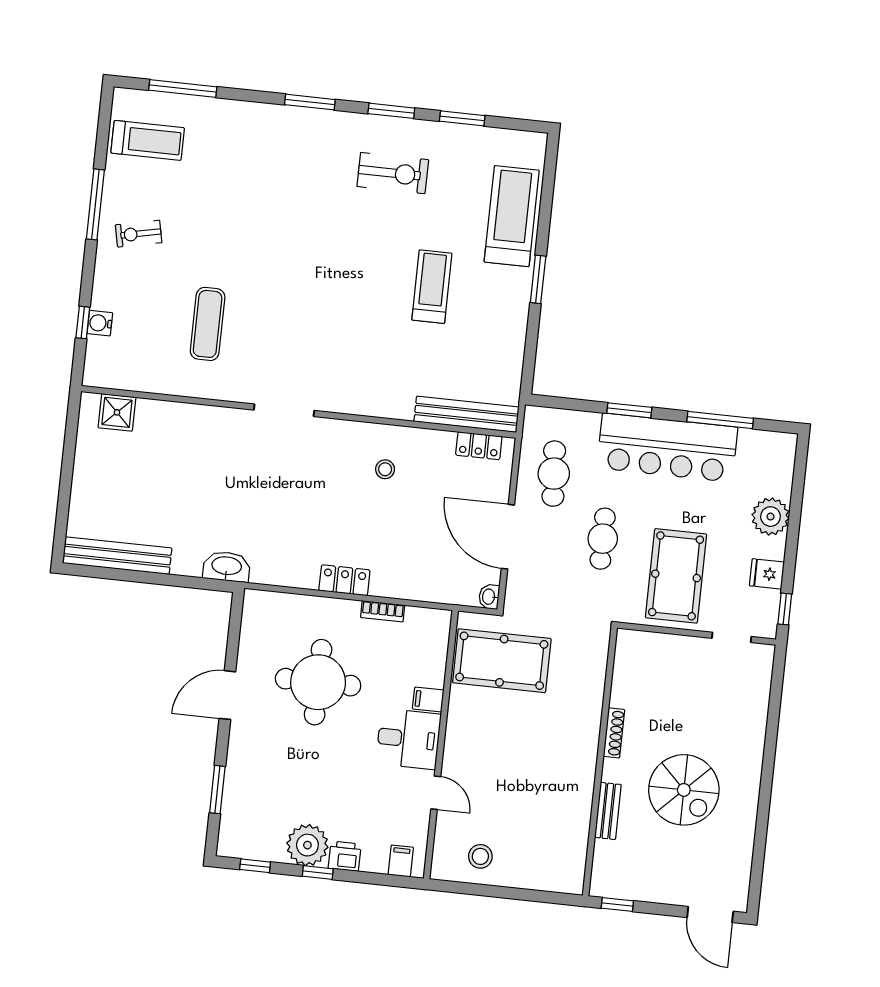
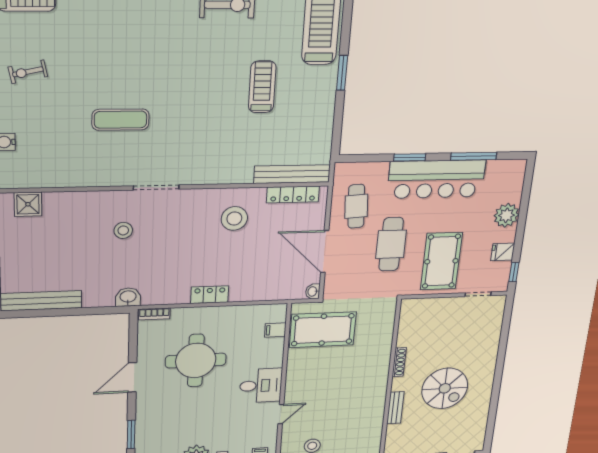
exercise mat: (208, 324) -> (120, 120), moved, turned 90
locker: (479, 446) -> (293, 194), width x1.53
stool: (236, 467) -> (123, 230), added
stool: (385, 469) -> (234, 218), width x1.89, depth x1.89
cafe table: (603, 539) -> (391, 244), width x1.37, depth x1.35
washbasin: (227, 567) -> (128, 297), width x0.72
bookcase: (383, 611) -> (154, 314), moved
filing cabinet: (428, 700) -> (275, 330), moved
door: (436, 793) -> (281, 414), hinge flipped

